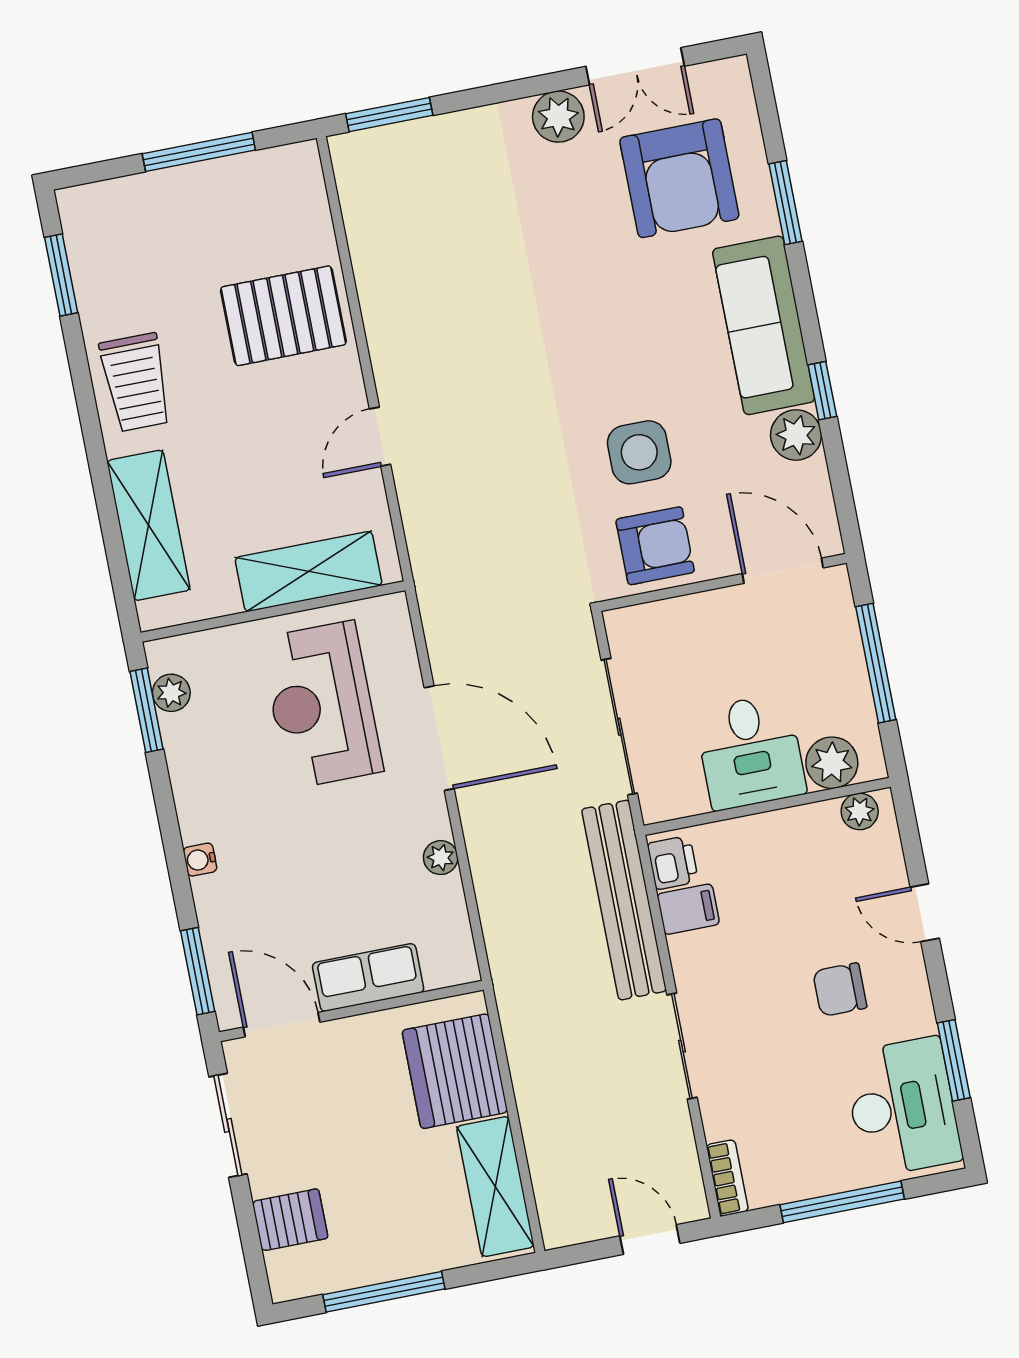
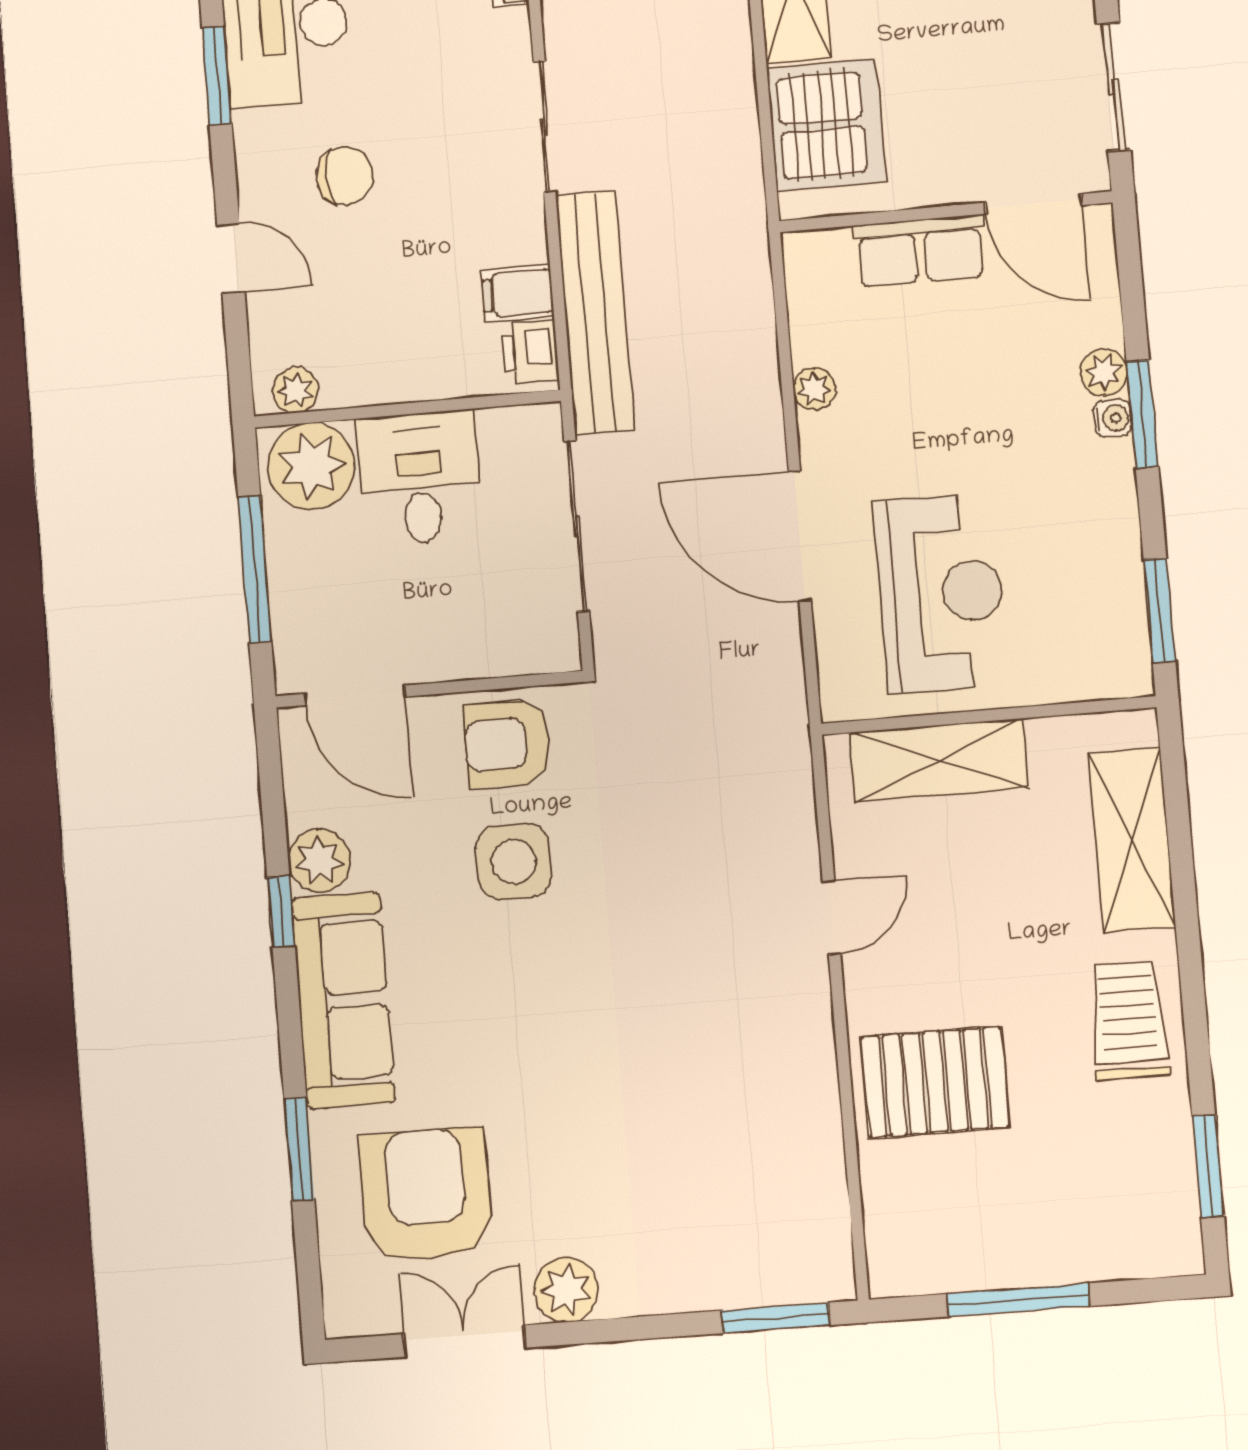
plant: (171, 693) -> (1104, 372), moved
plant: (832, 763) -> (312, 466), width x1.36, depth x1.36
window: (198, 971) -> (1142, 414), moved

